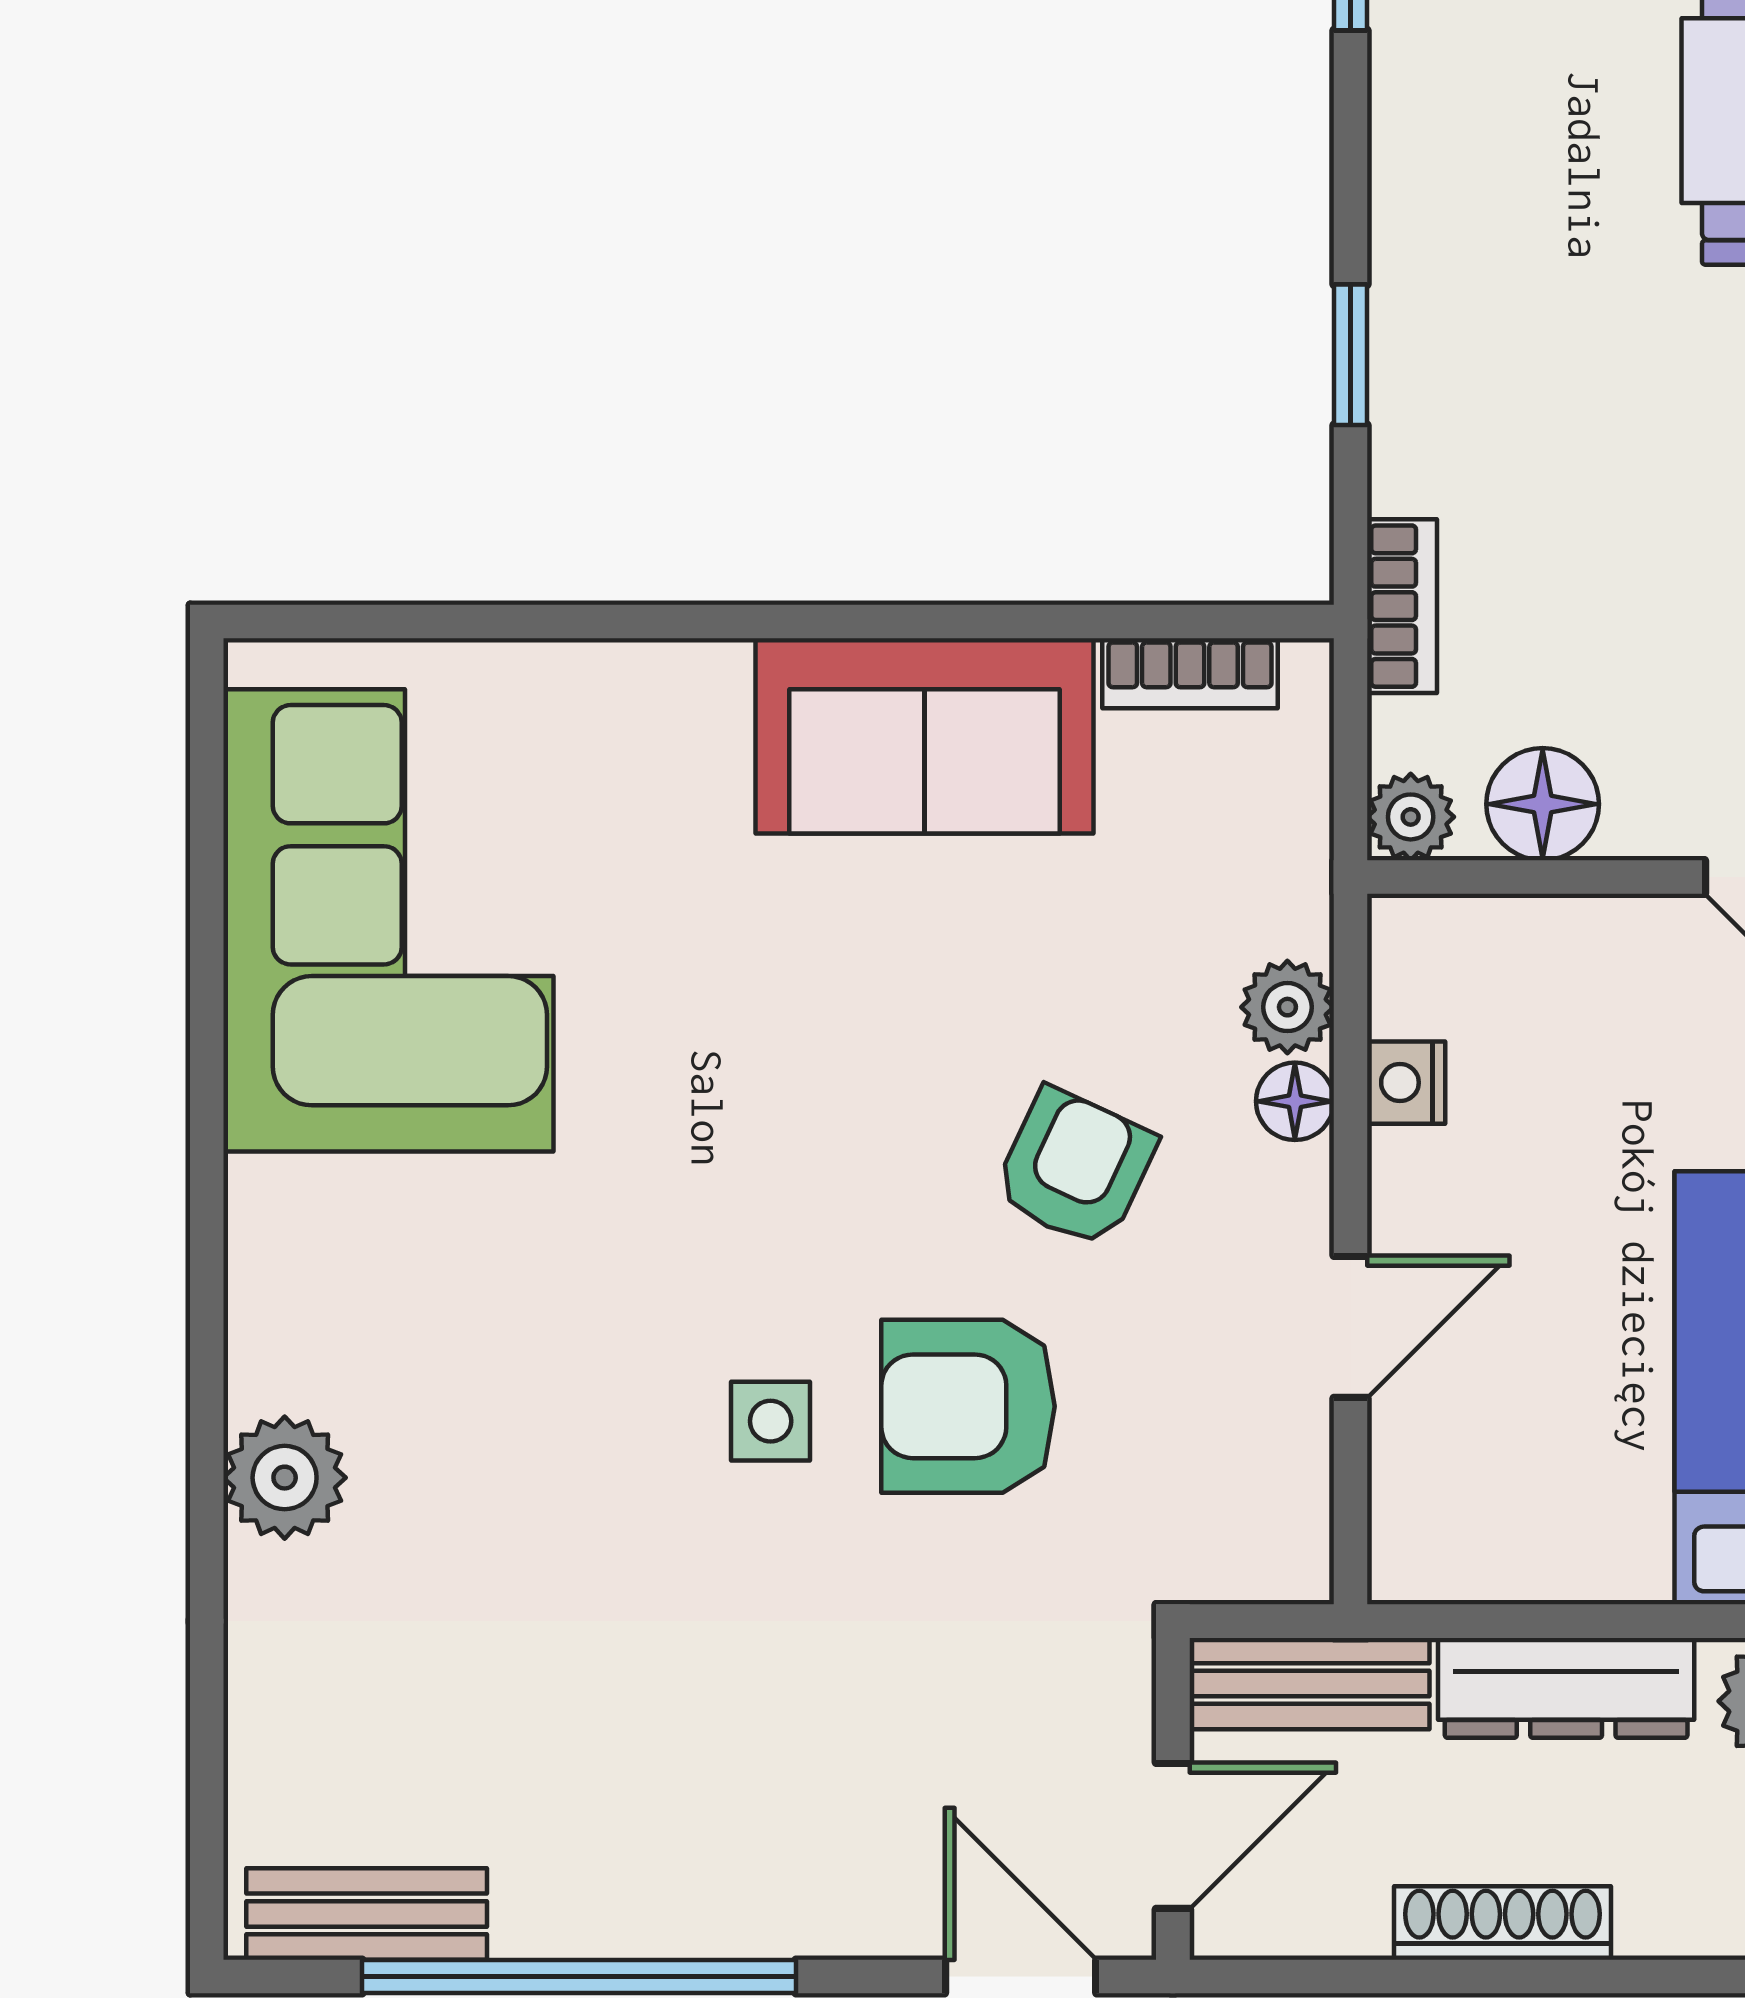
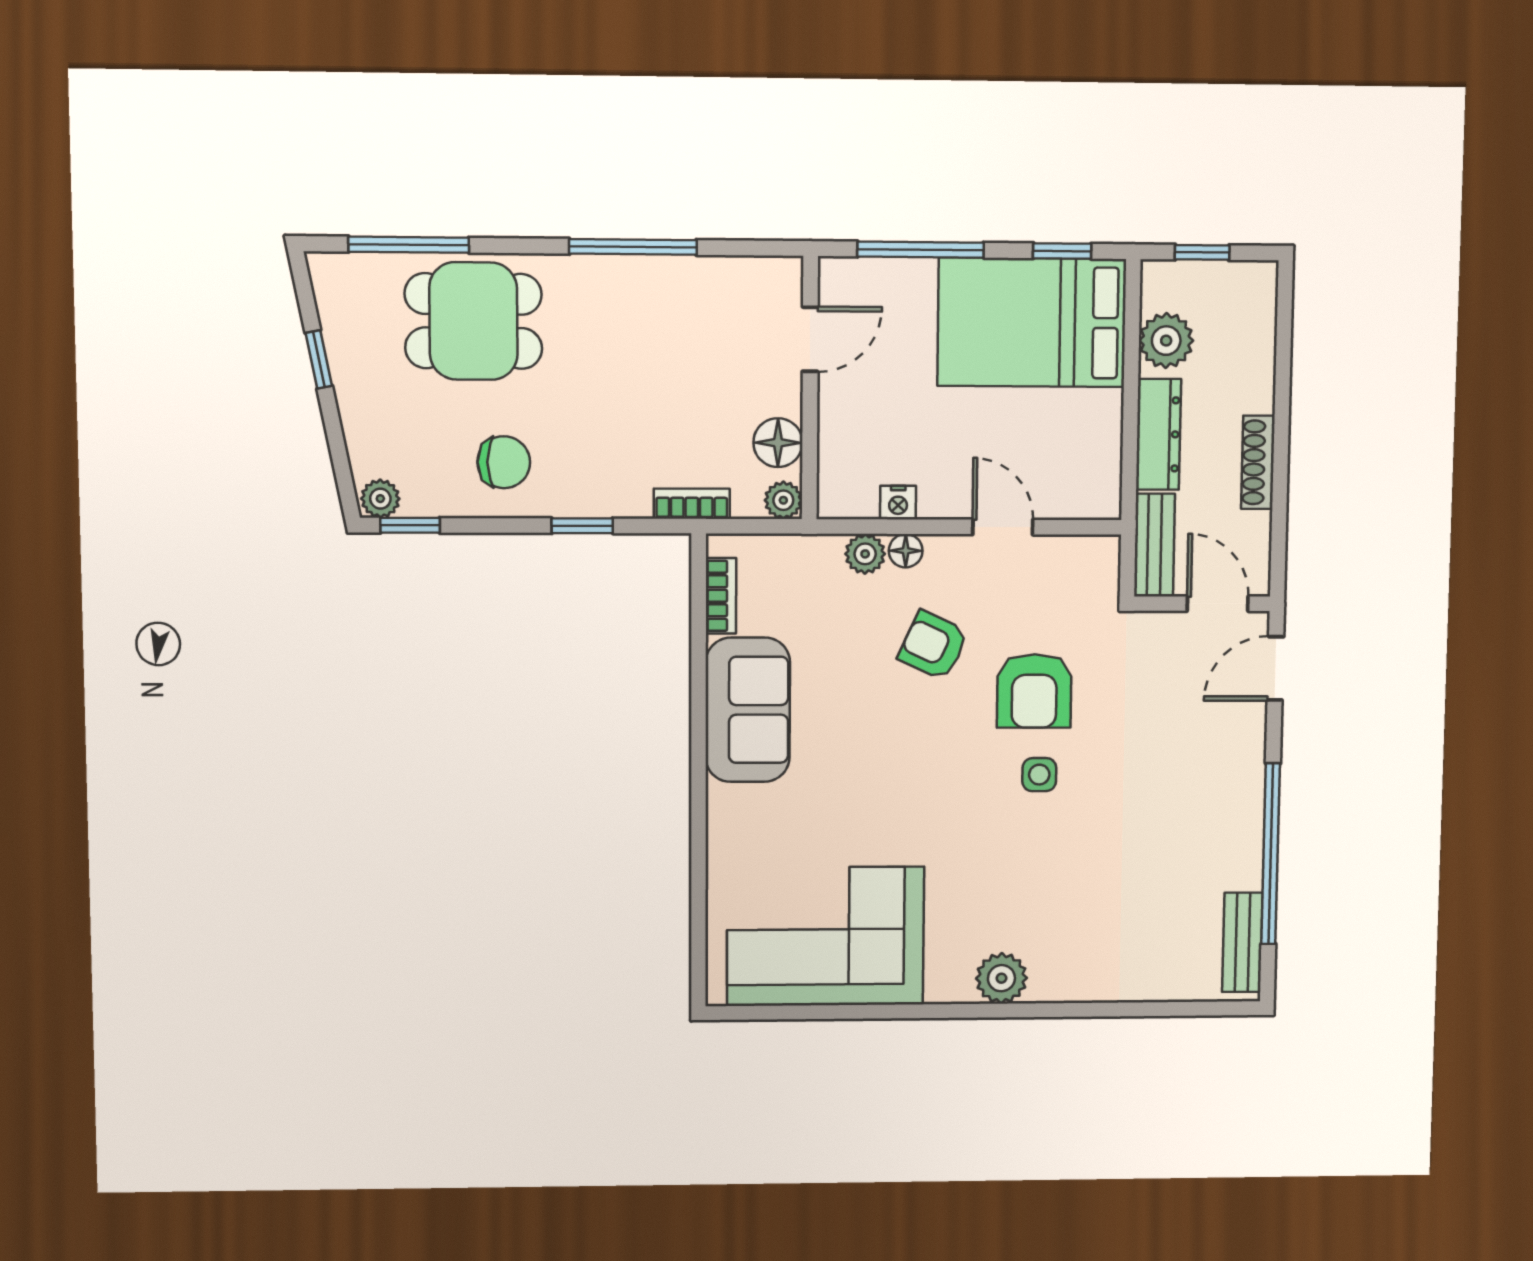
chair: (1495, 177) -> (504, 462), added
plant: (285, 1478) -> (1001, 978), moved

